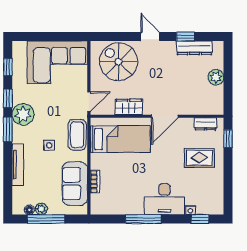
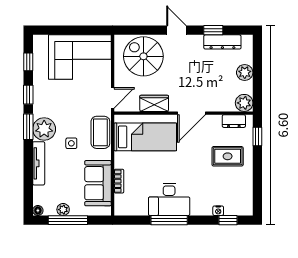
plant: (215, 106) -> (244, 103), added
plant: (23, 114) -> (44, 129), moved
desk: (164, 199) -> (169, 199), moved
floor lamp: (29, 210) -> (38, 211), moved

